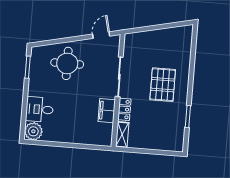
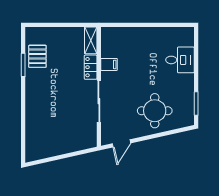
pallet: (163, 85) -> (37, 56), moved, width x0.67, depth x0.71
filing cabinet: (107, 111) -> (109, 64), width x0.50
plant: (33, 131) -> (185, 36), removed

